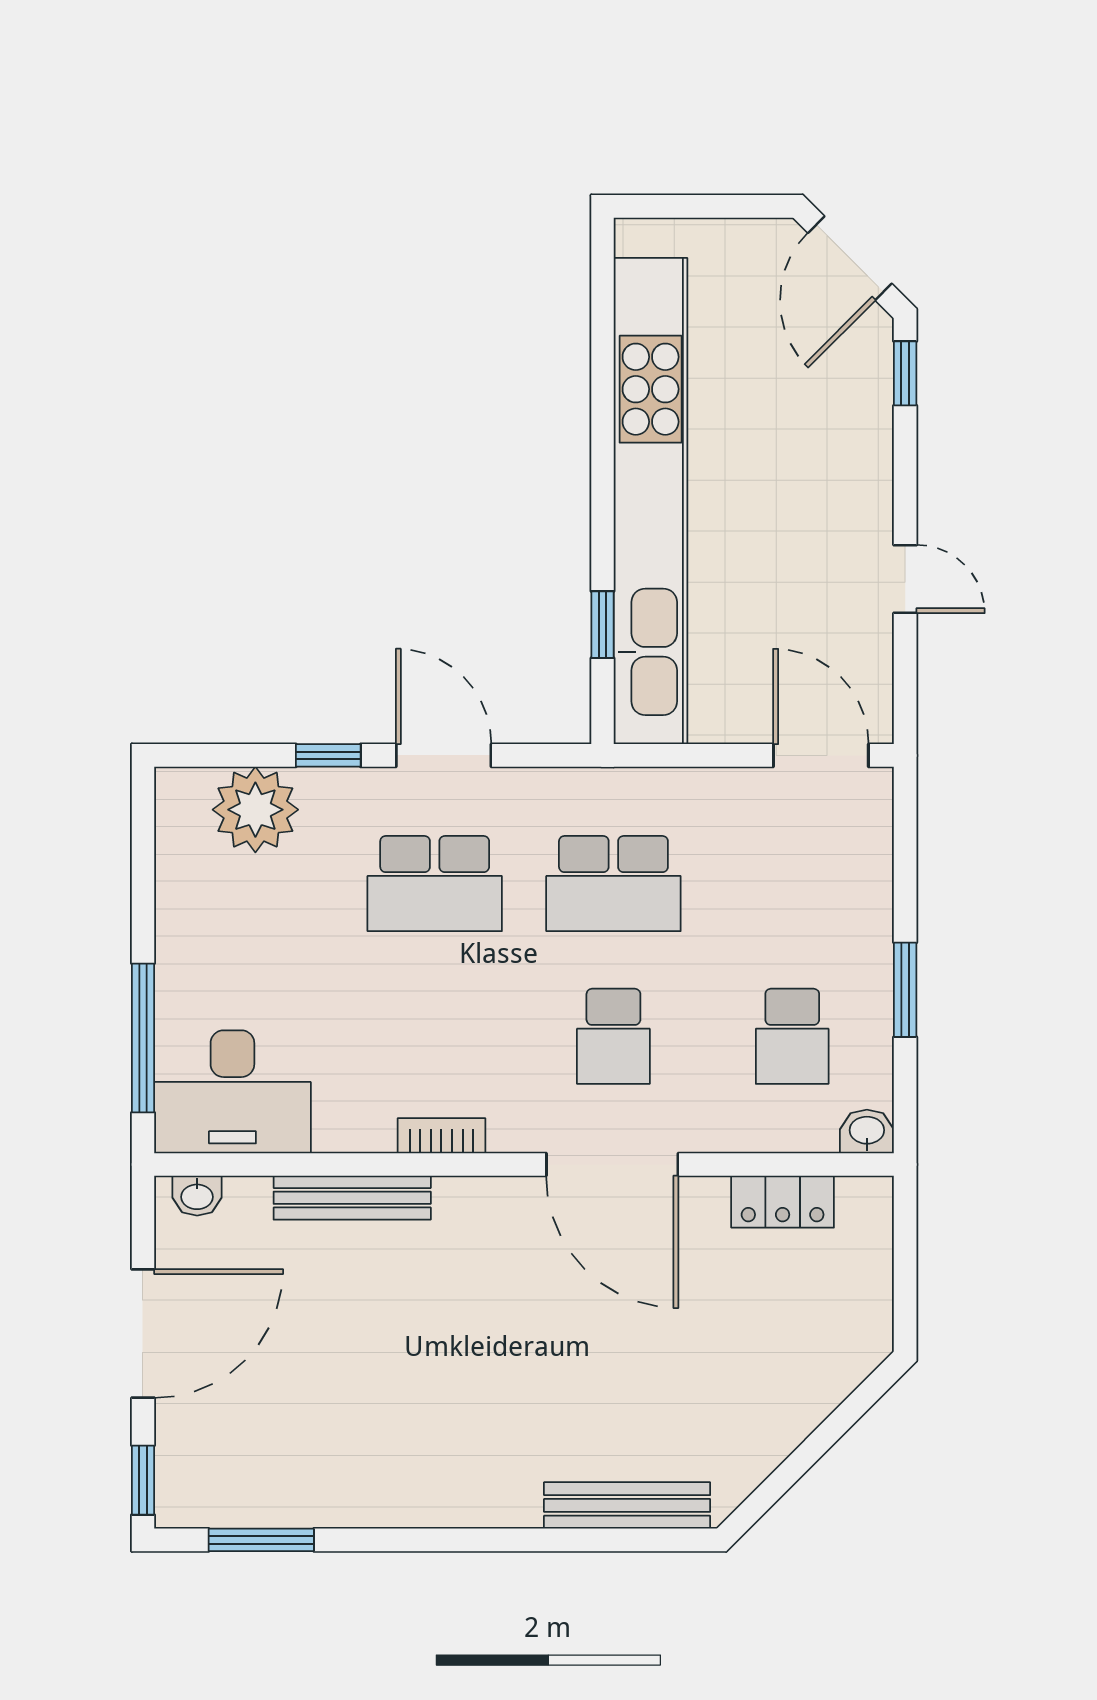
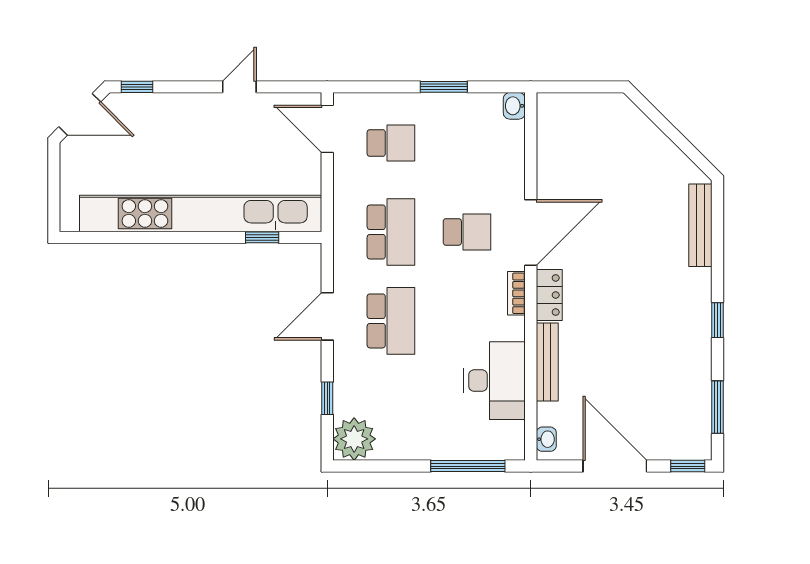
window: (328, 755) -> (327, 398), moved
door: (821, 755) -> (327, 129), hinge flipped
plant: (255, 810) -> (354, 439), moved
school desk: (792, 1036) -> (391, 143), moved
desk: (232, 1092) -> (495, 381), moved
bookcase: (441, 1136) -> (516, 293), moved
locker: (783, 1202) -> (549, 295), moved
window: (436, 1540) -> (718, 320), added

